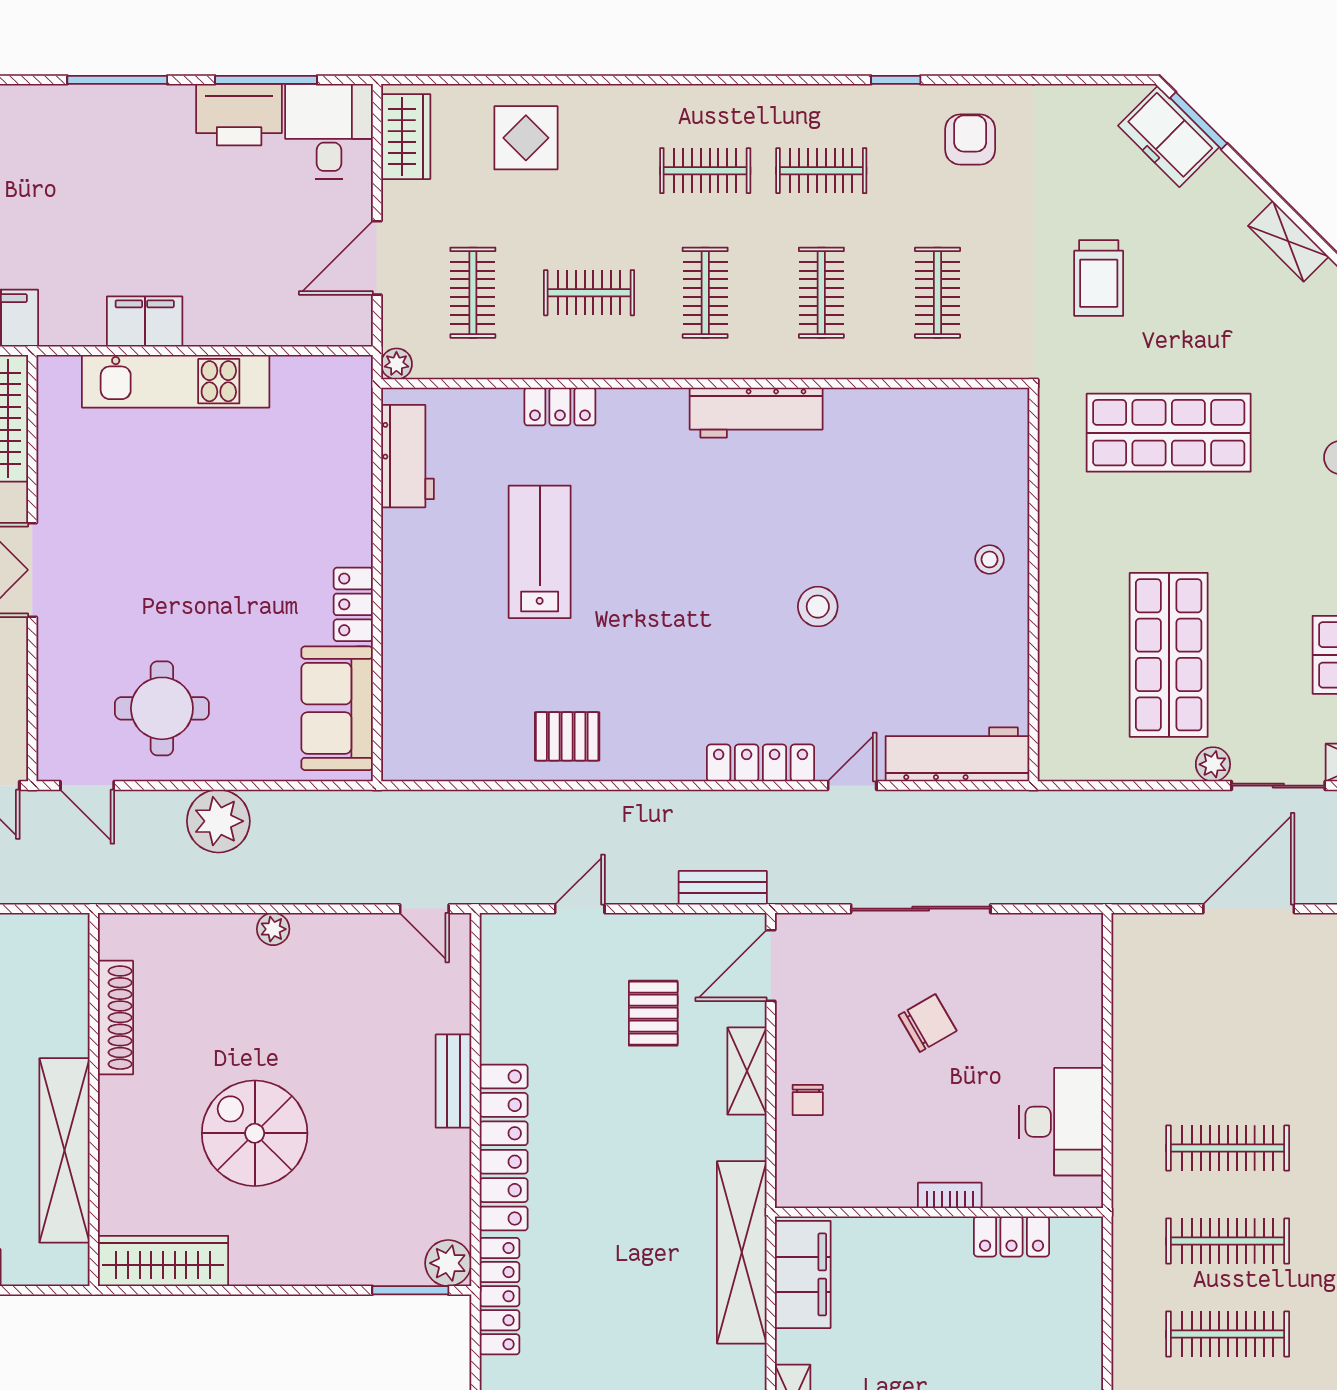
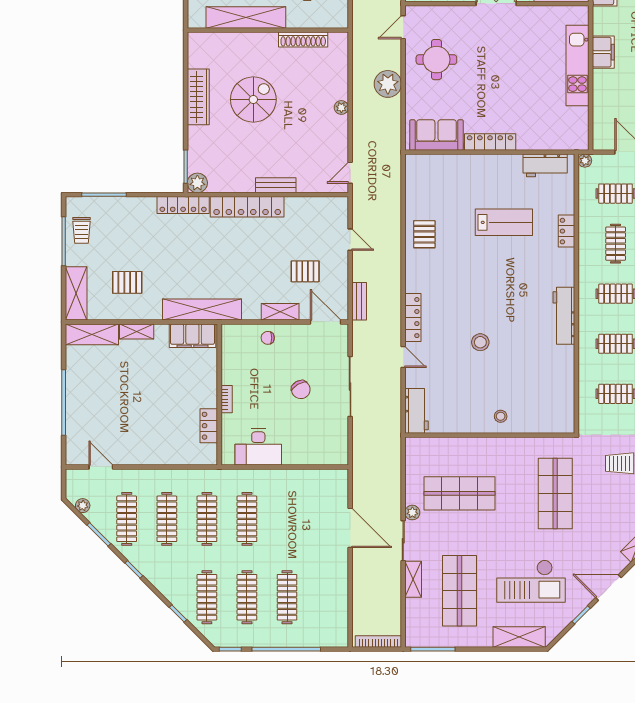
locker: (353, 604) -> (490, 142), width x1.53
workbench: (957, 754) -> (417, 411), width x0.73
wardrobe: (163, 1261) -> (198, 97), moved

